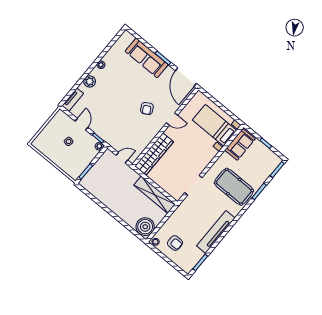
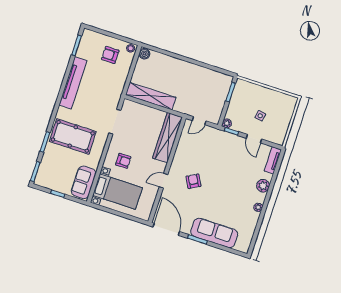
armchair: (199, 149) -> (123, 161), added
boiler: (145, 227) -> (144, 54), width x0.54, depth x0.54

